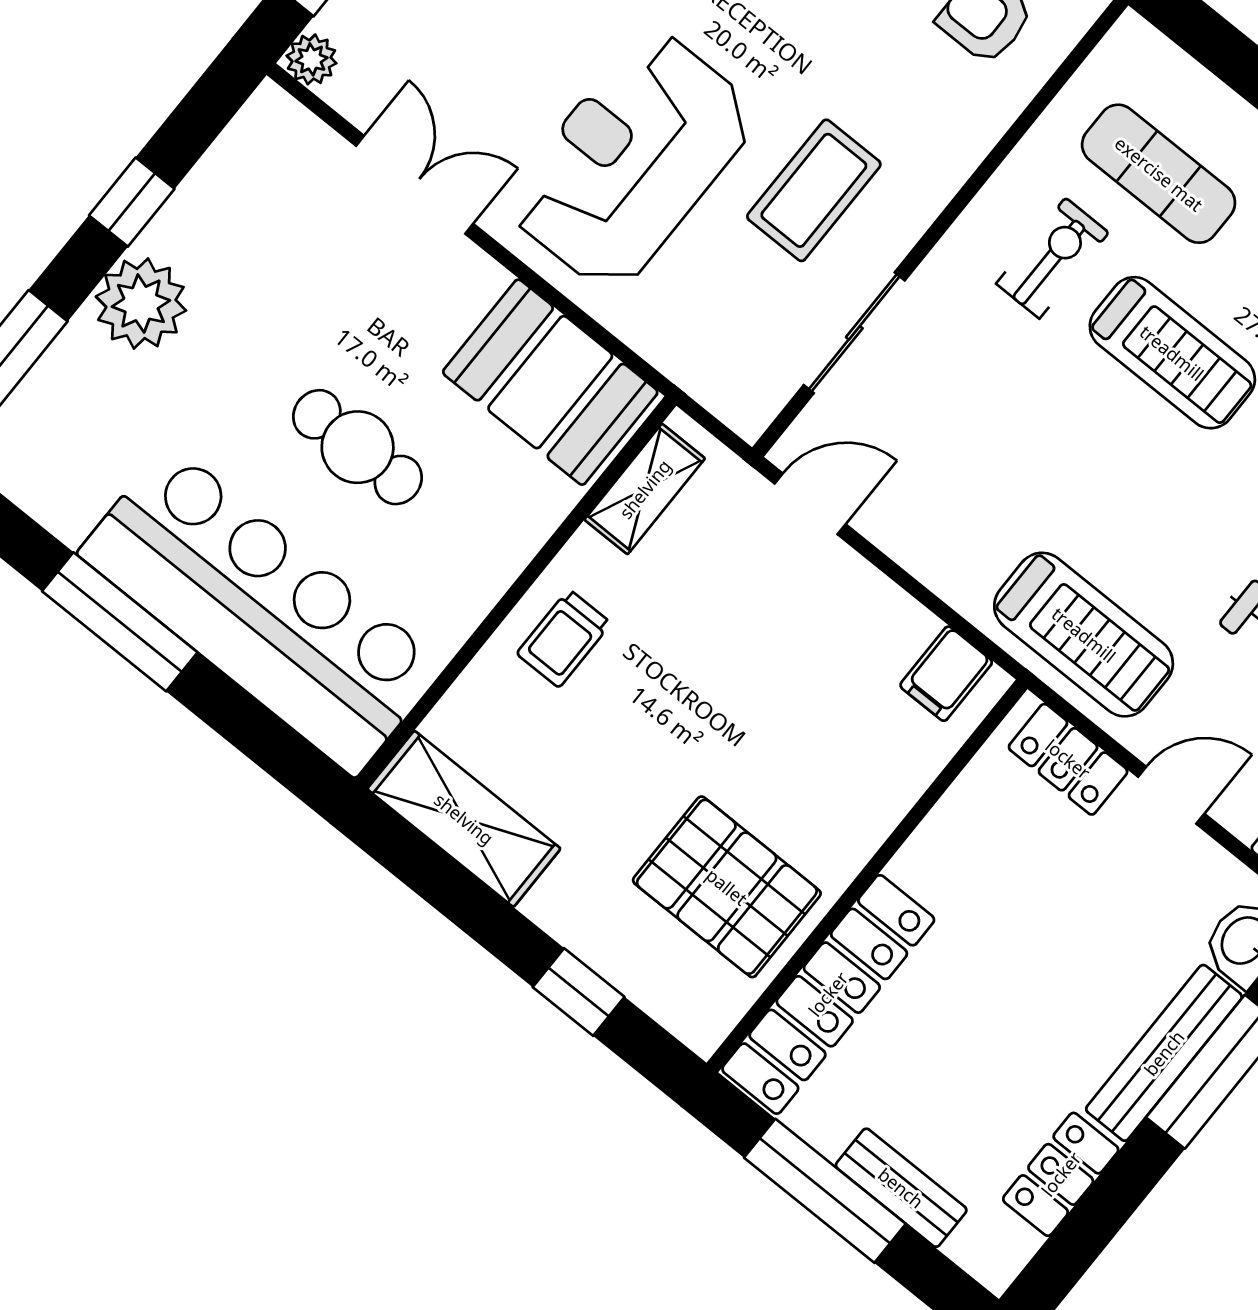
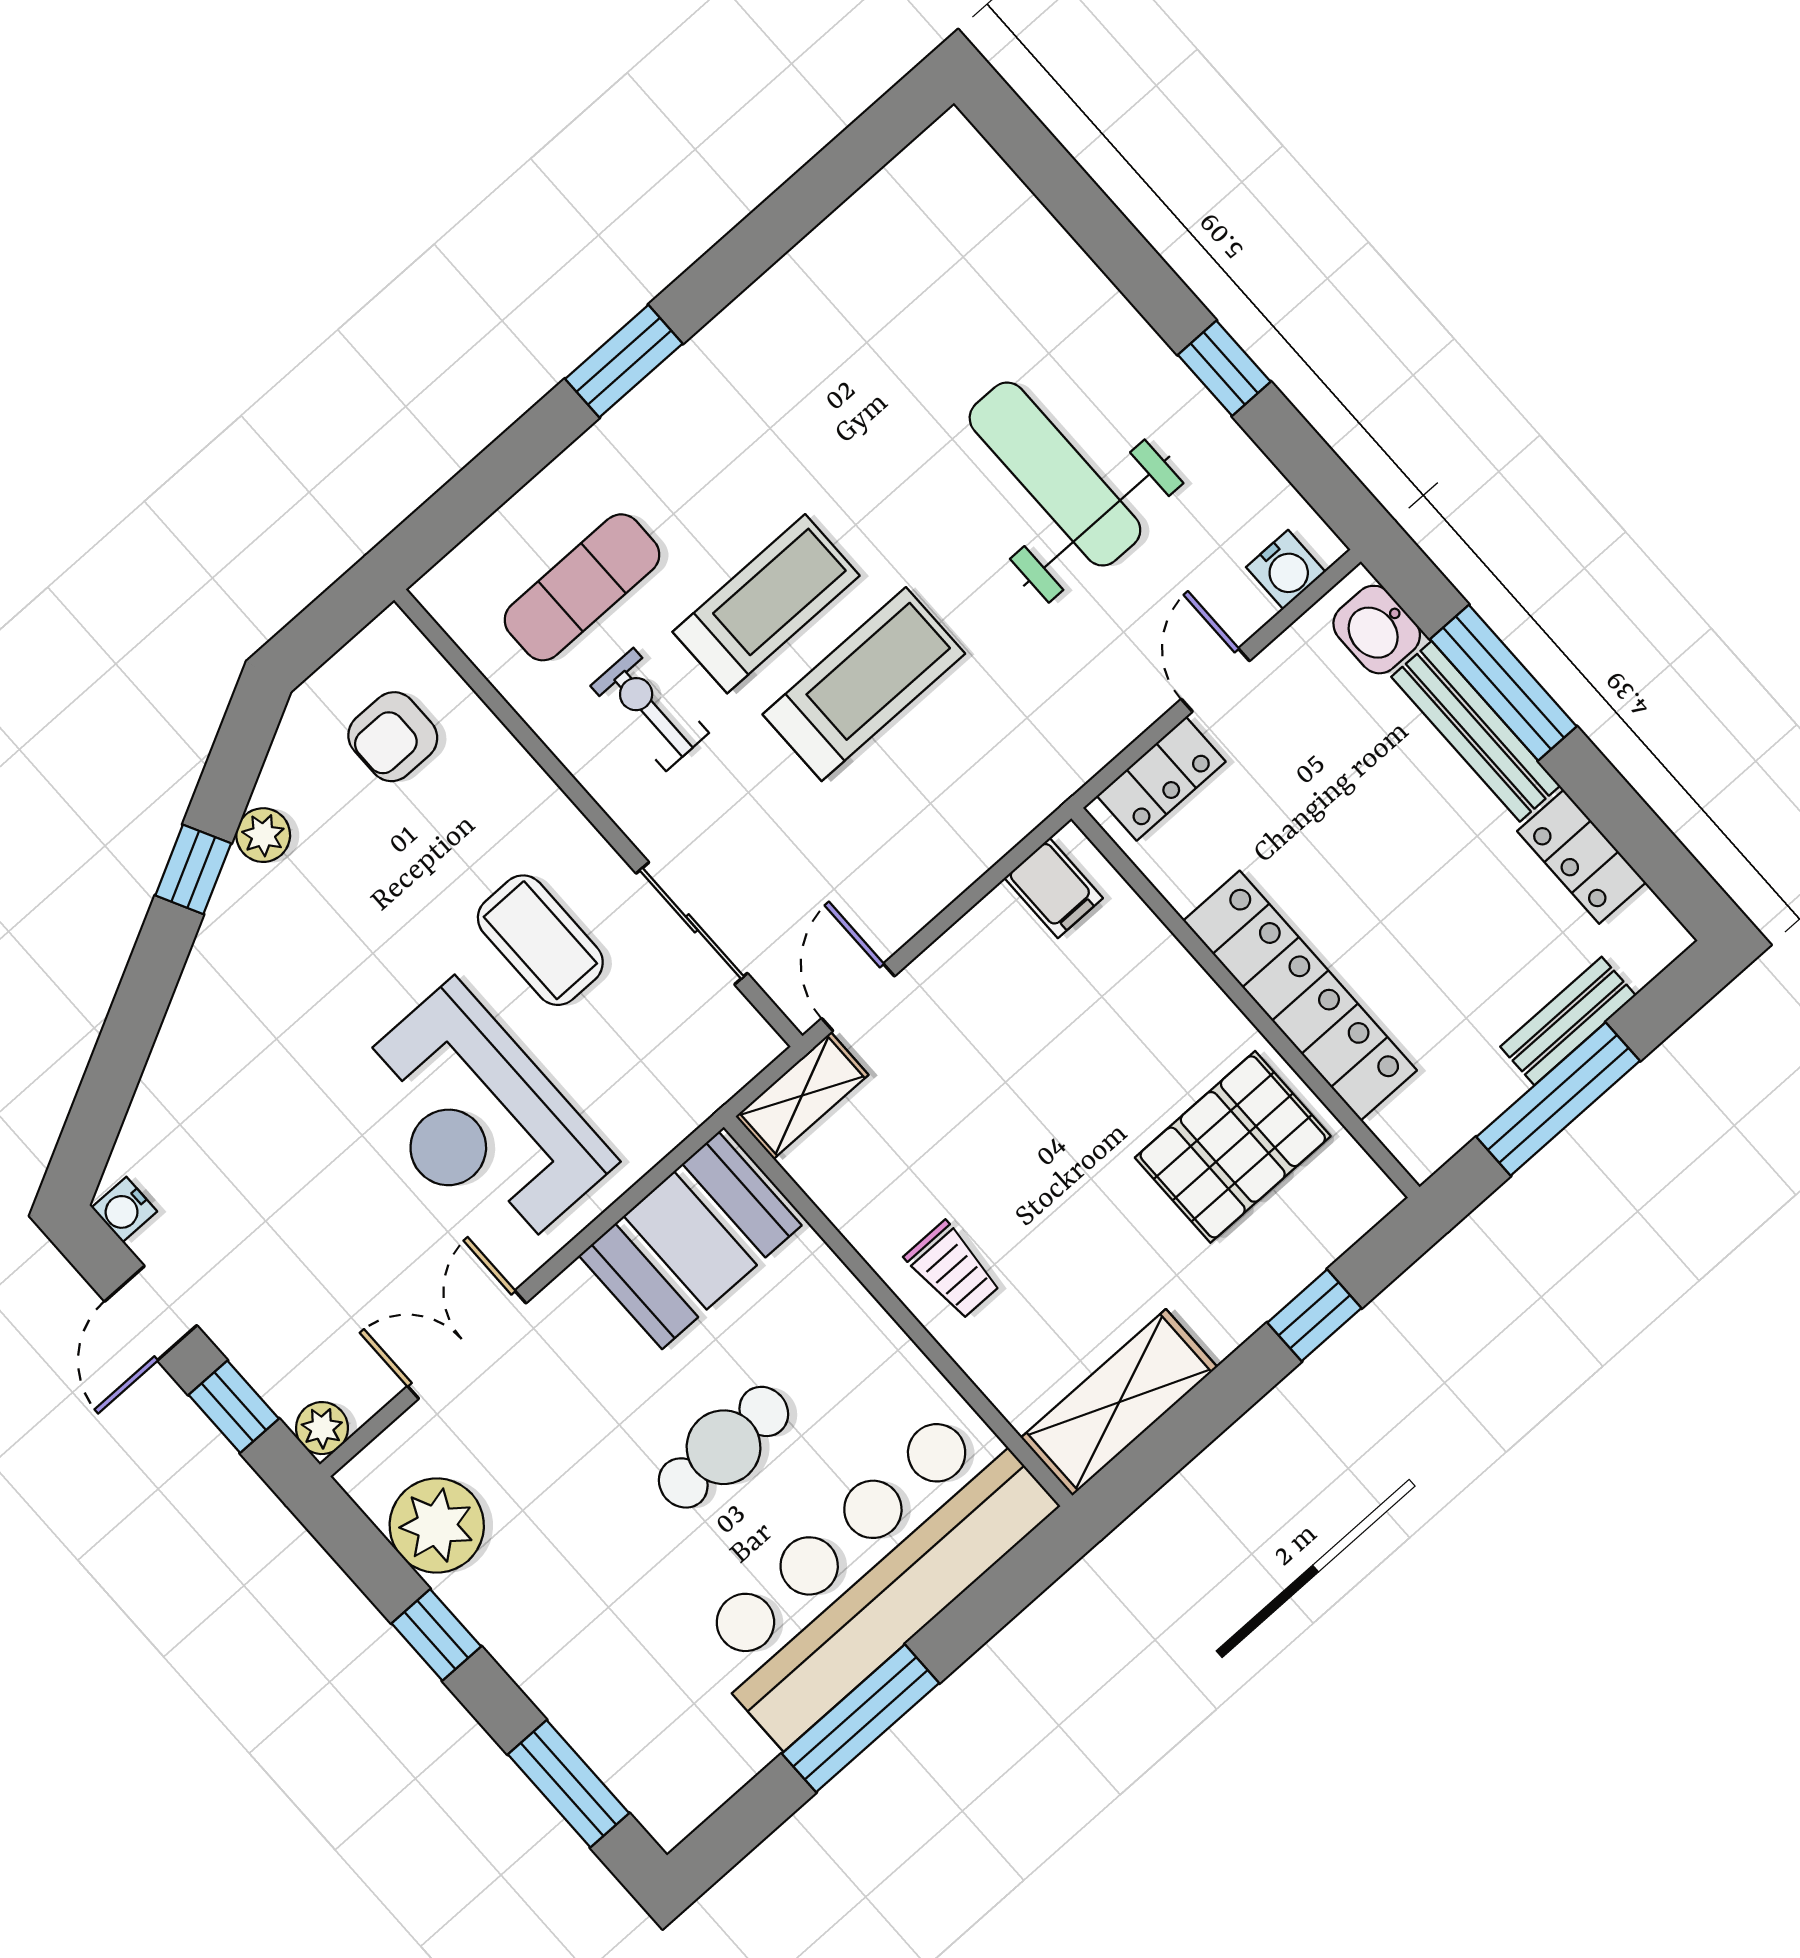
plant: (141, 304) -> (437, 1526), moved
shelving: (645, 489) -> (802, 1096), moved, turned 90
treadmill: (1084, 635) -> (864, 684), moved
locker: (828, 994) -> (1300, 996), moved

